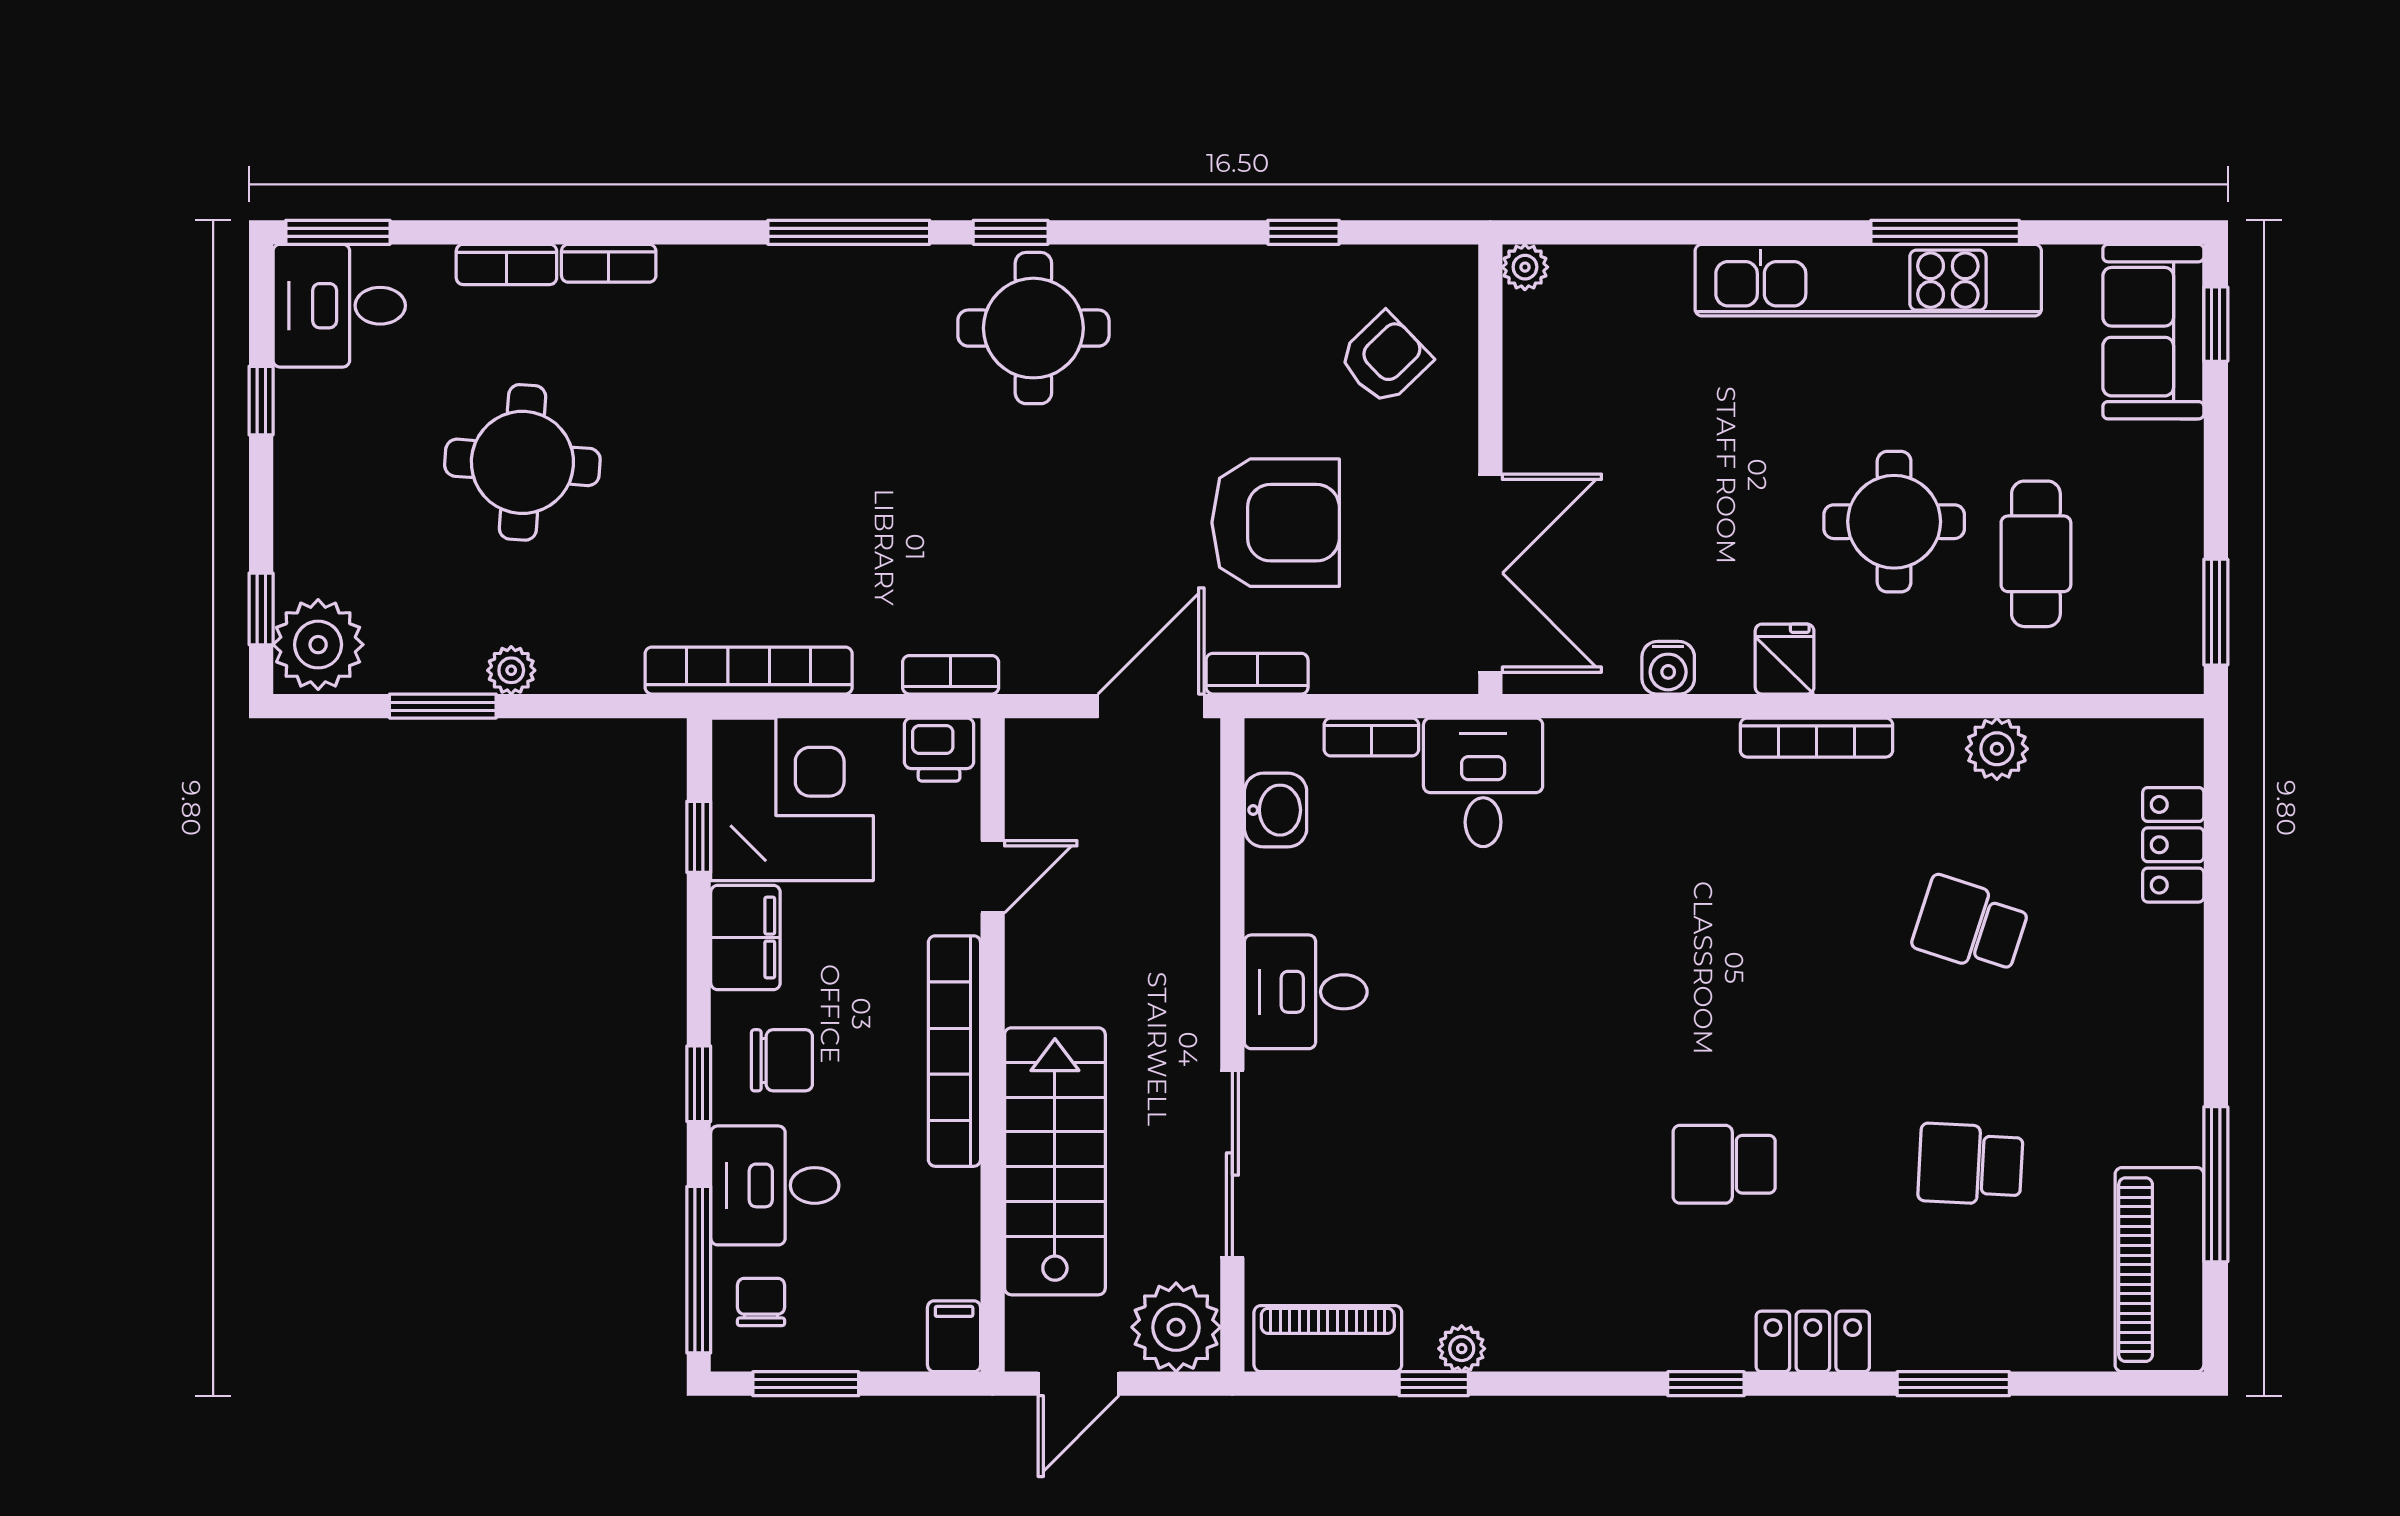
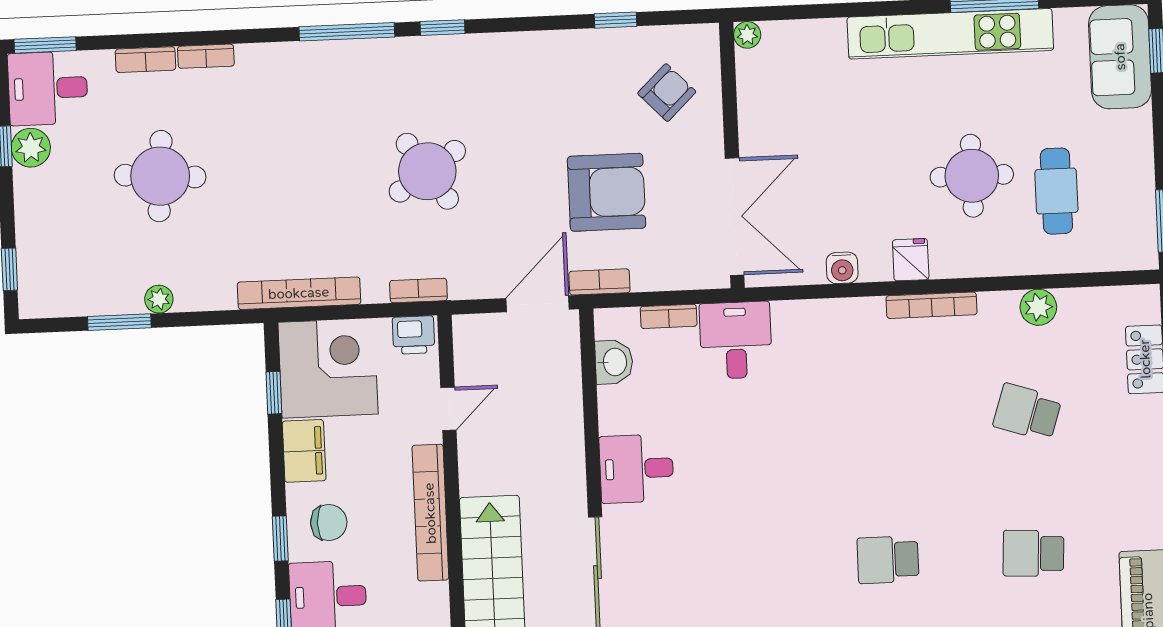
round table: (1033, 328) -> (427, 171), moved, turned -34
plant: (318, 645) -> (31, 148), moved, width x0.73, depth x0.73

